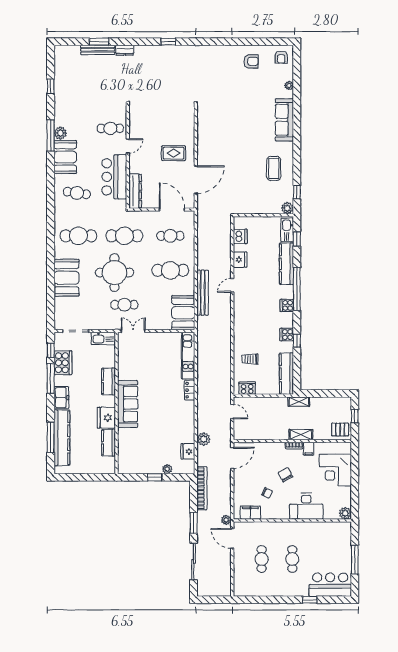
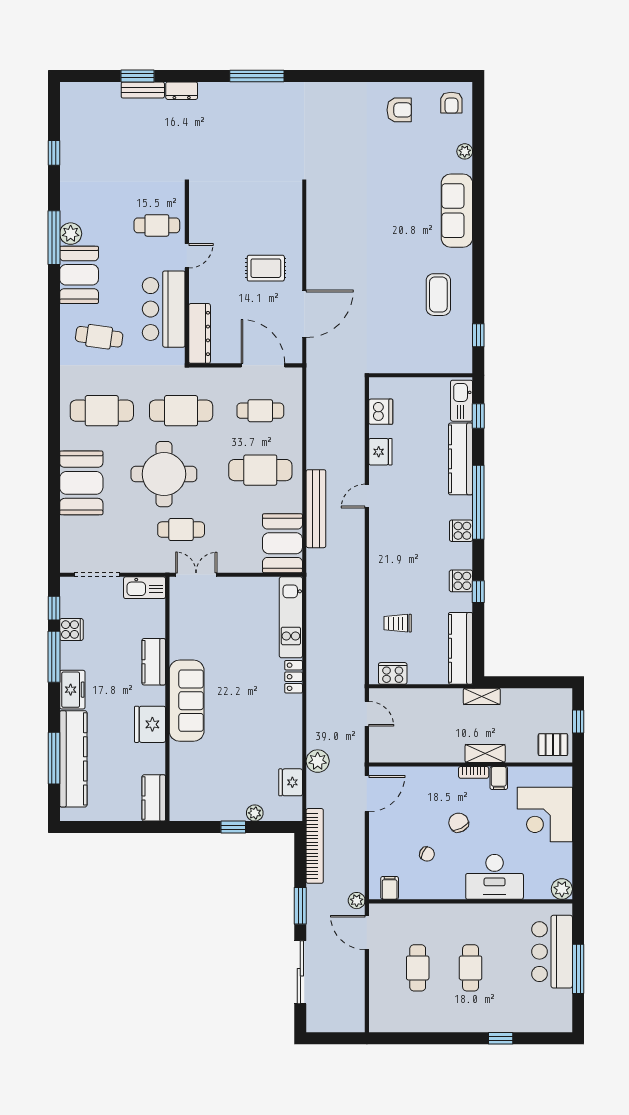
window: (168, 42) -> (257, 76), width x2.17
bench: (98, 50) -> (143, 90), width x0.73
plant: (287, 208) -> (462, 363), removed
cooker: (63, 363) -> (71, 629), width x0.53, depth x0.76
kitchen counter: (109, 443) -> (154, 798), moved
filing cabinet: (250, 513) -> (390, 888), width x0.50
bar counter: (330, 585) -> (552, 952), moved, turned -90

